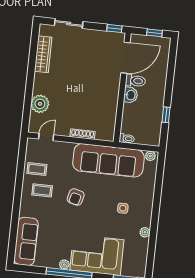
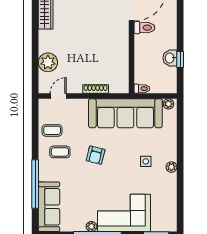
washbasin: (131, 95) -> (170, 58), moved, turned 180
window: (15, 218) -> (35, 184), added
plant: (145, 232) -> (171, 167), moved

